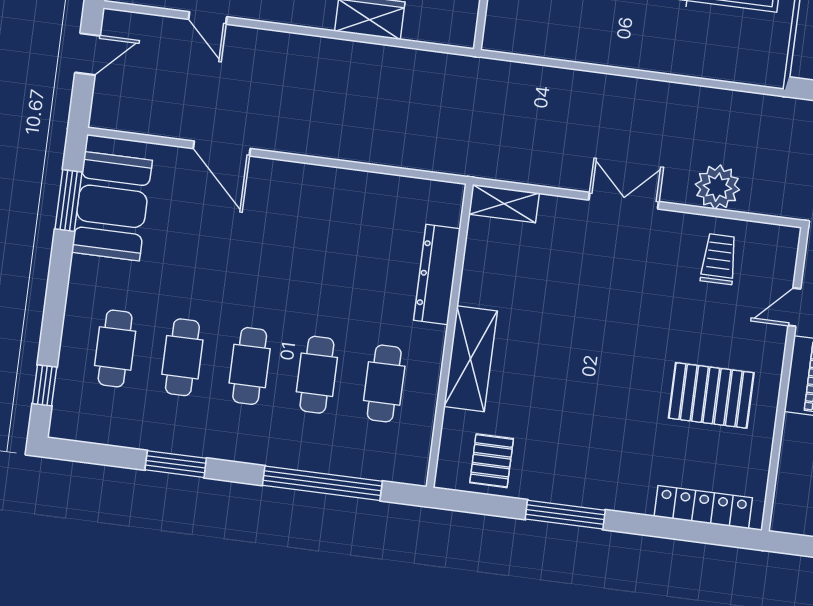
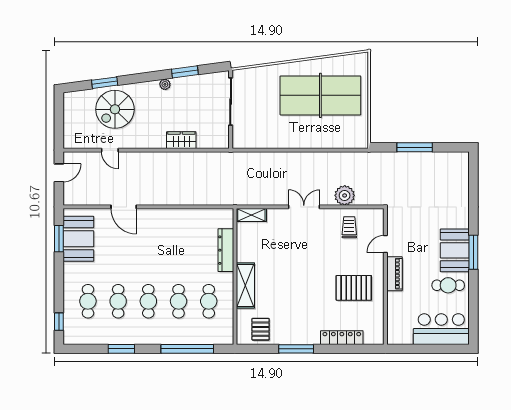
locker: (703, 507) -> (342, 338), moved

